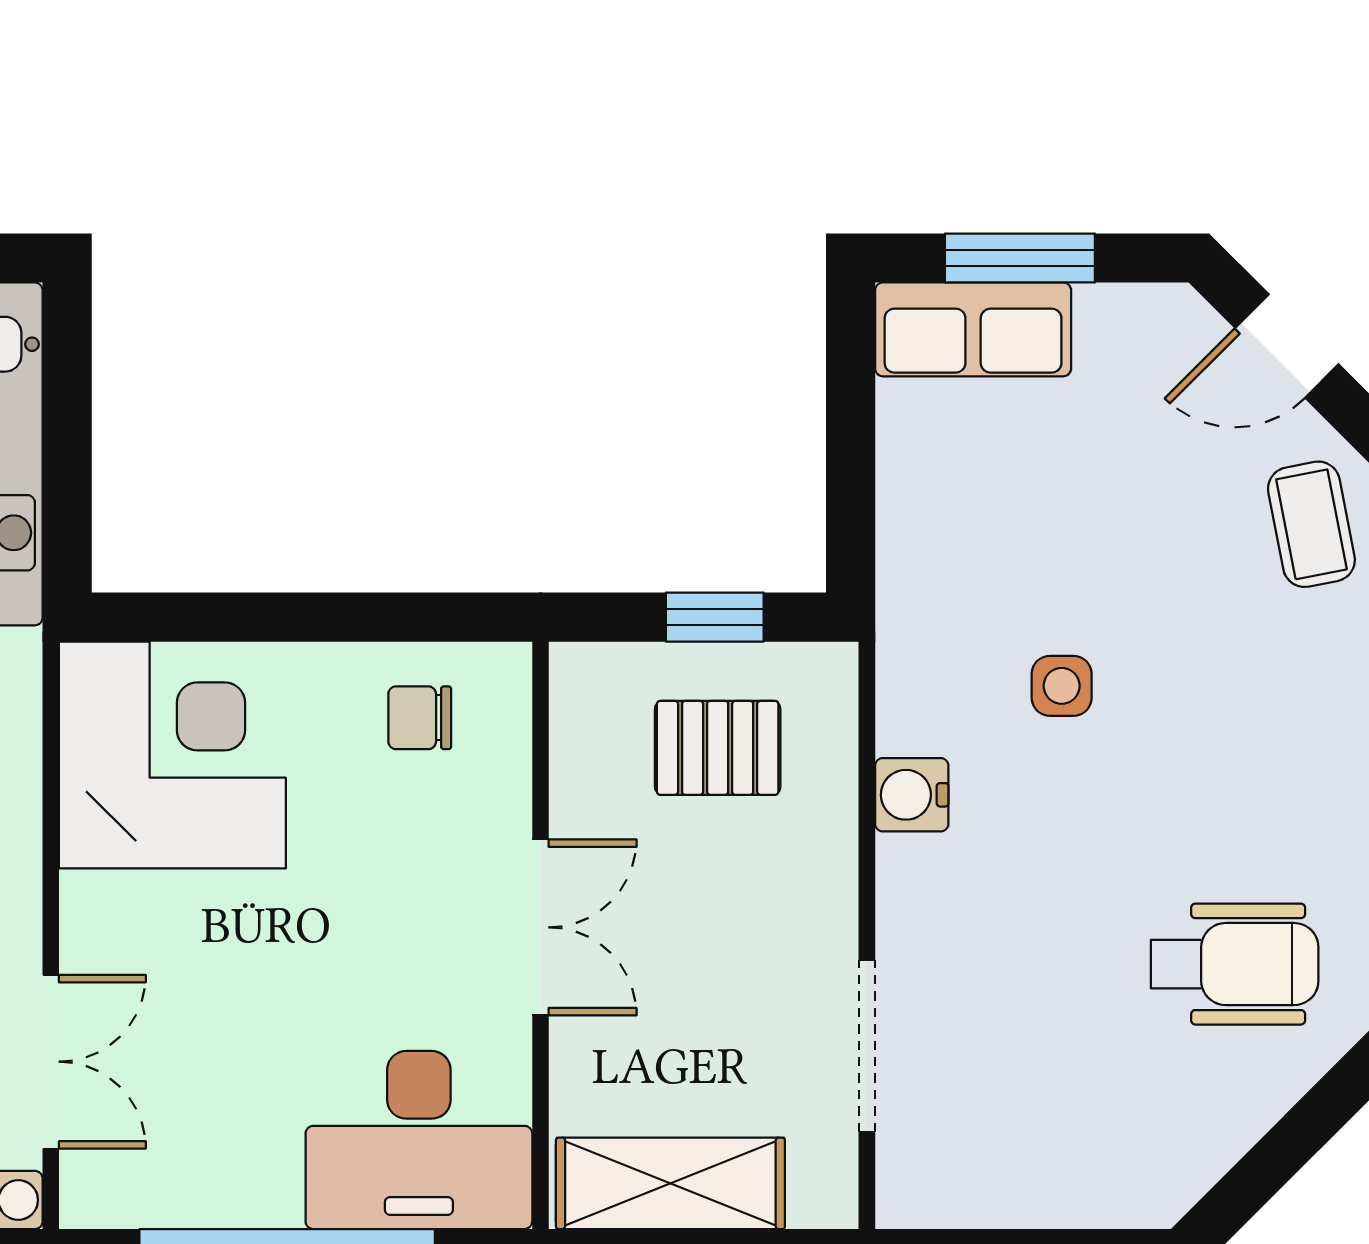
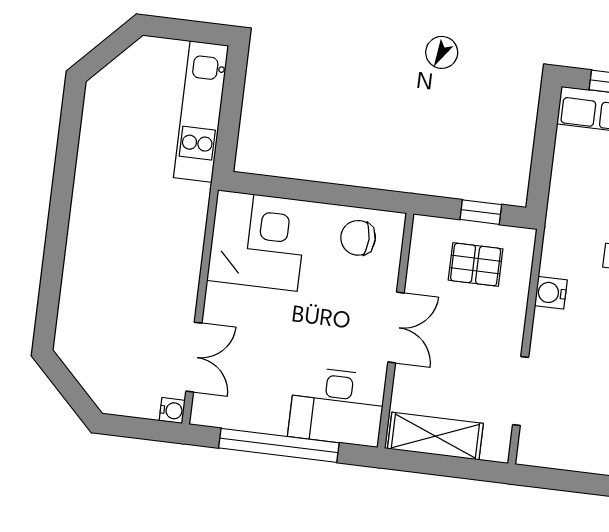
chair: (420, 718) -> (358, 238), width x1.37, depth x1.37

